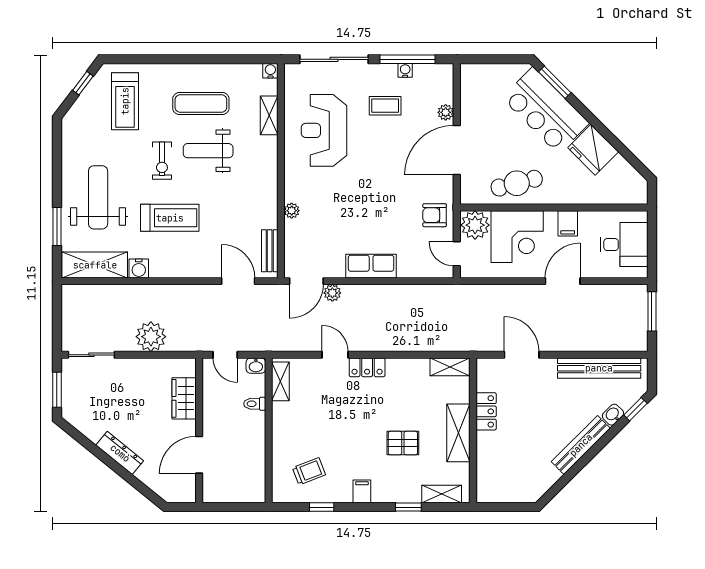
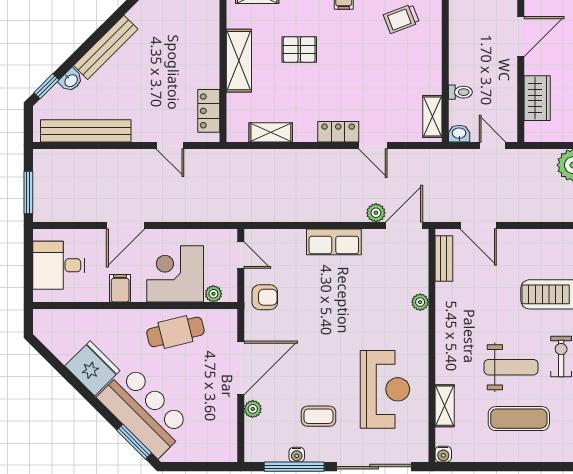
plant: (475, 225) -> (213, 294), width x0.53, depth x0.53
door: (522, 355) -> (170, 145), width x0.73
shelving: (450, 367) -> (271, 132), moved
locker: (486, 411) -> (209, 111), moved

